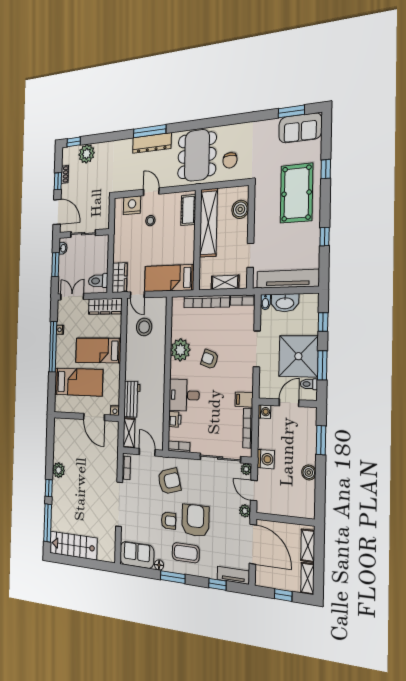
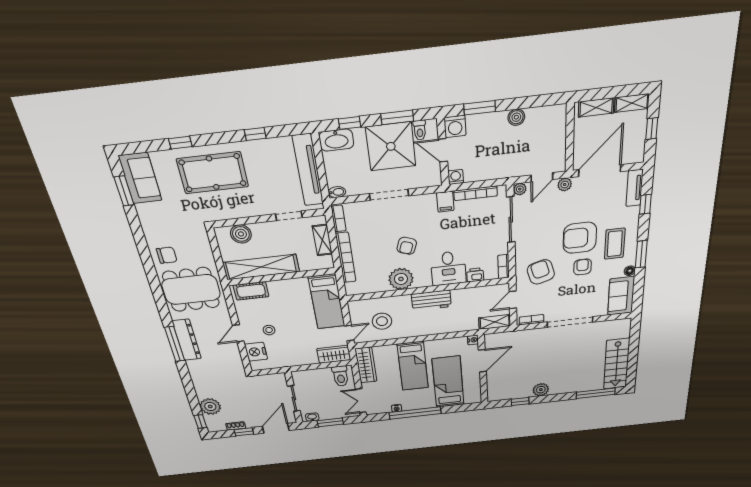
chair: (230, 160) -> (167, 255), moved
washbasin: (285, 303) -> (336, 140), moved, turned 90
workbench: (132, 399) -> (431, 300), moved, turned 180
washing machine: (266, 459) -> (455, 126), moved, turned 180
window: (49, 488) -> (520, 402), moved

